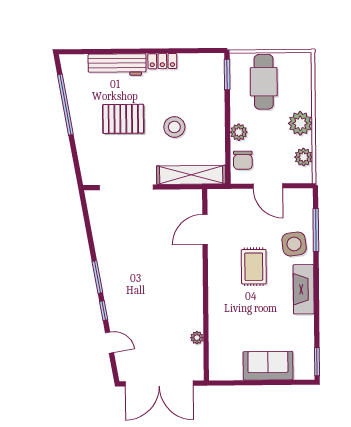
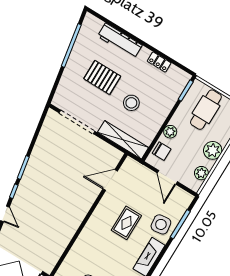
locker: (162, 61) -> (159, 62), moved
chair: (243, 160) -> (162, 151), turned -90
plant: (197, 338) -> (62, 245), removed

